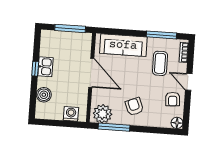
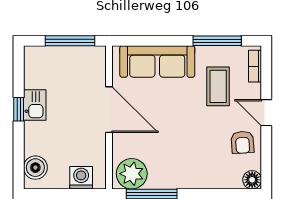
boiler: (44, 95) -> (35, 168), moved
armchair: (134, 107) -> (182, 159), removed

